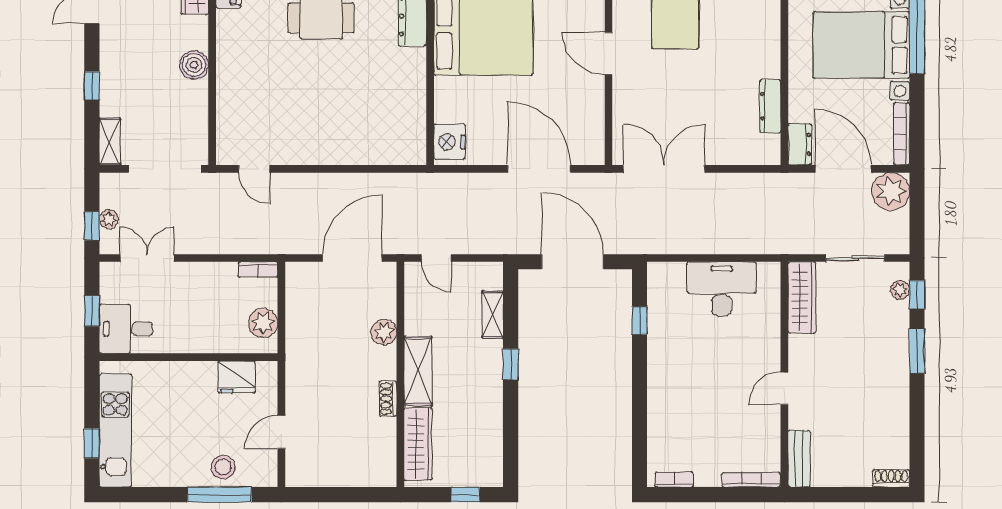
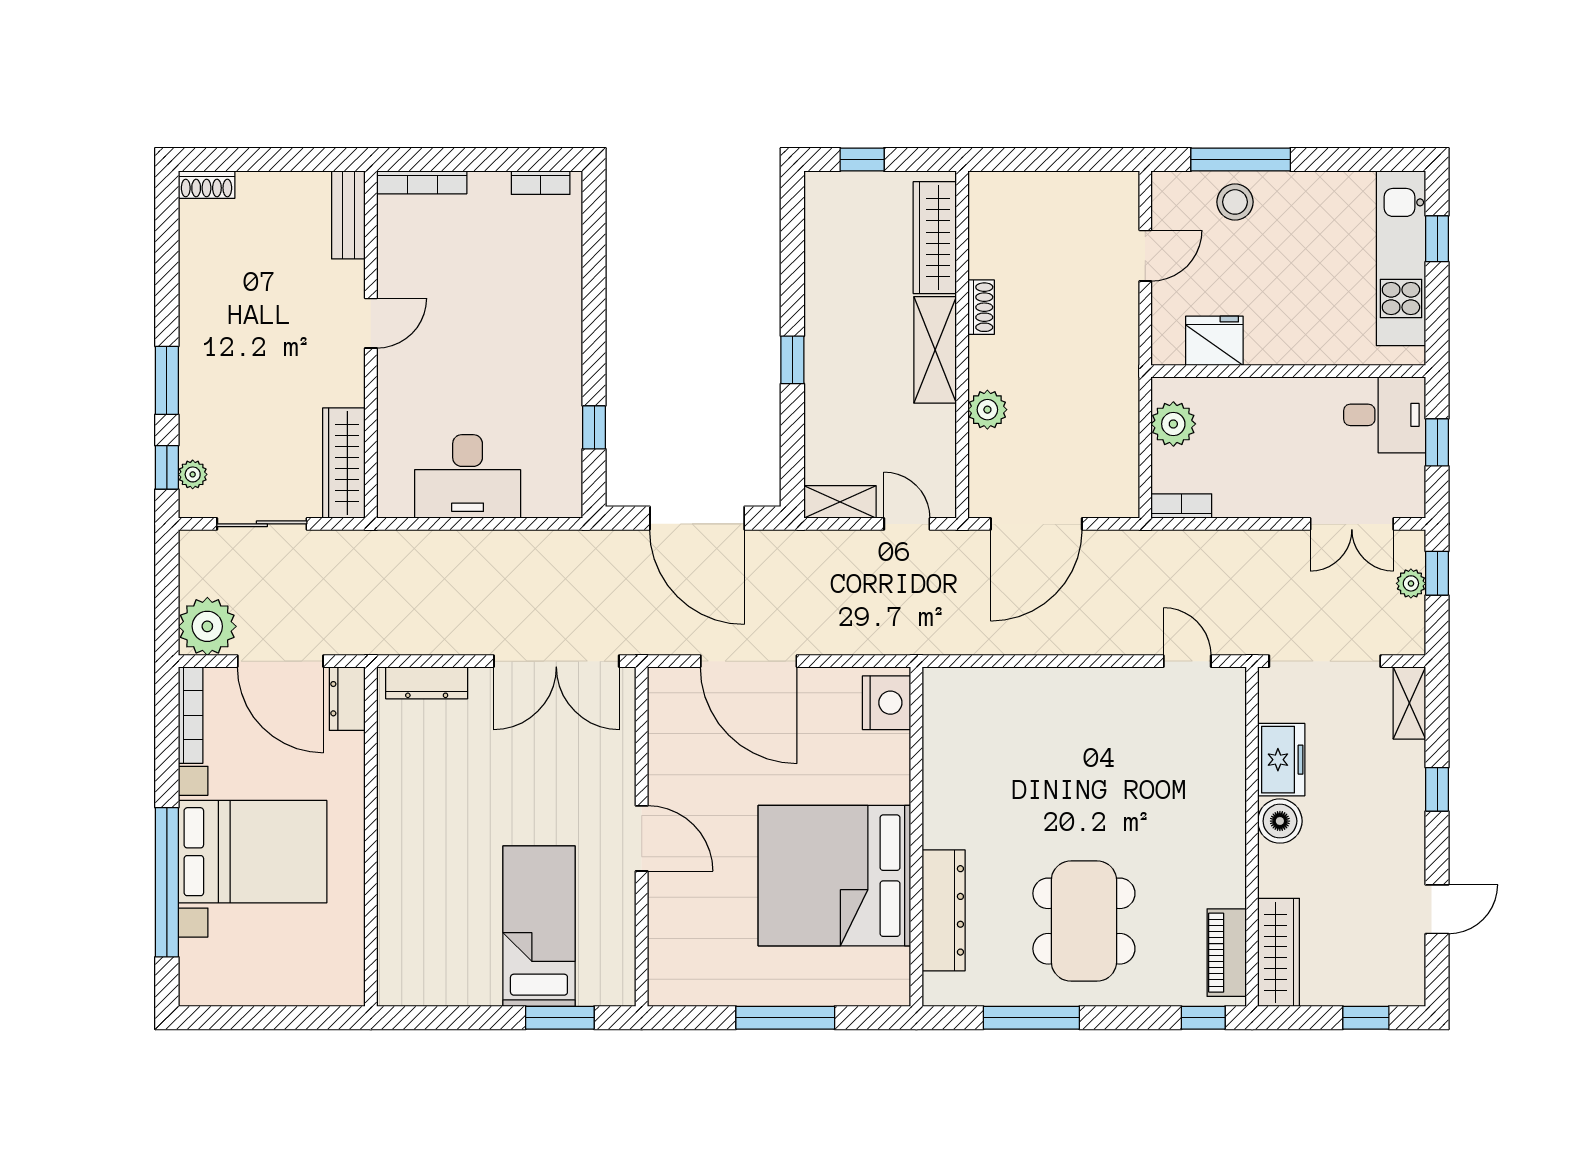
freezer: (193, 105) -> (1281, 760), added
dresser: (770, 106) -> (427, 683), moved, turned 90
shelving: (493, 315) -> (840, 502), moved, turned 90

